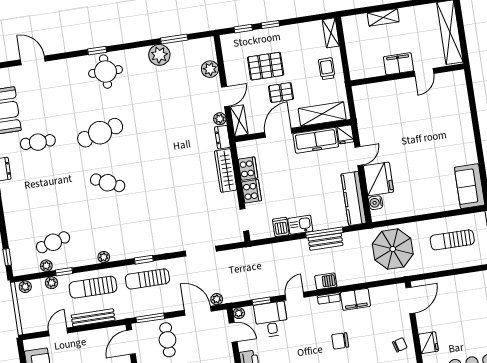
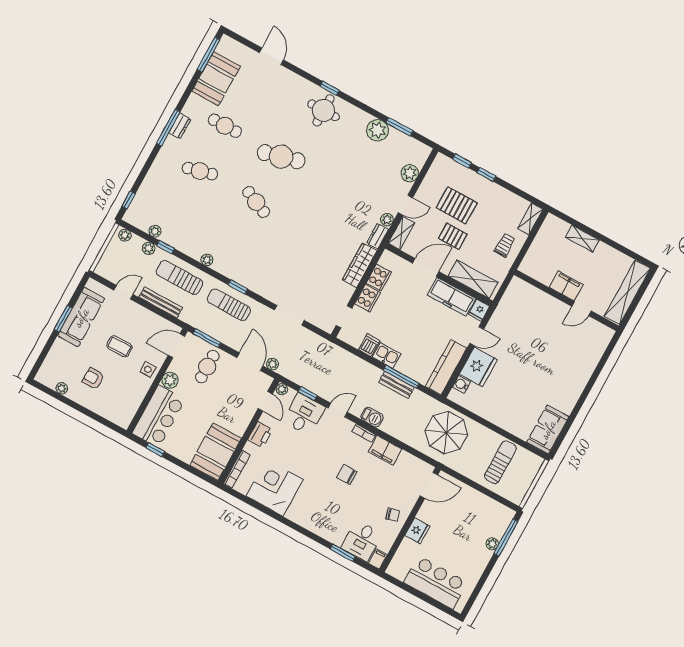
sun lounger: (452, 240) -> (500, 462), turned 90
cafe table: (53, 242) -> (200, 171), moved

